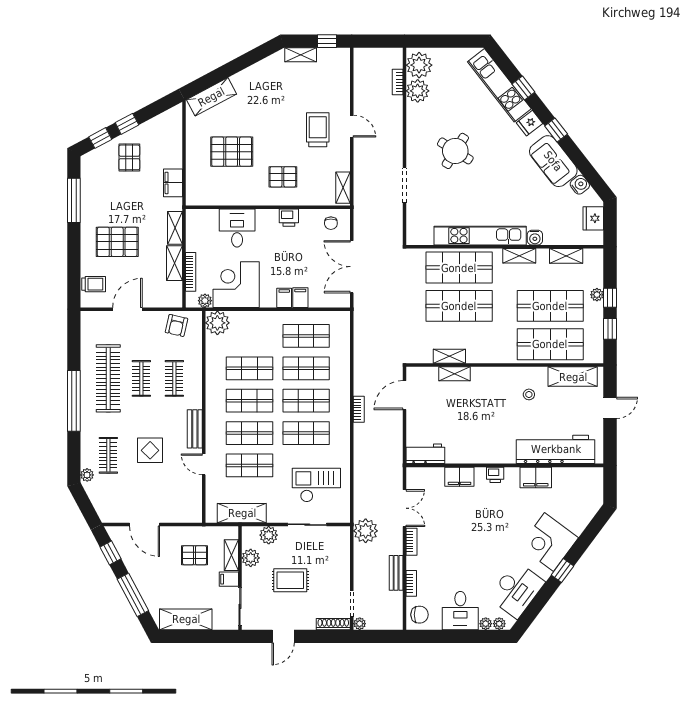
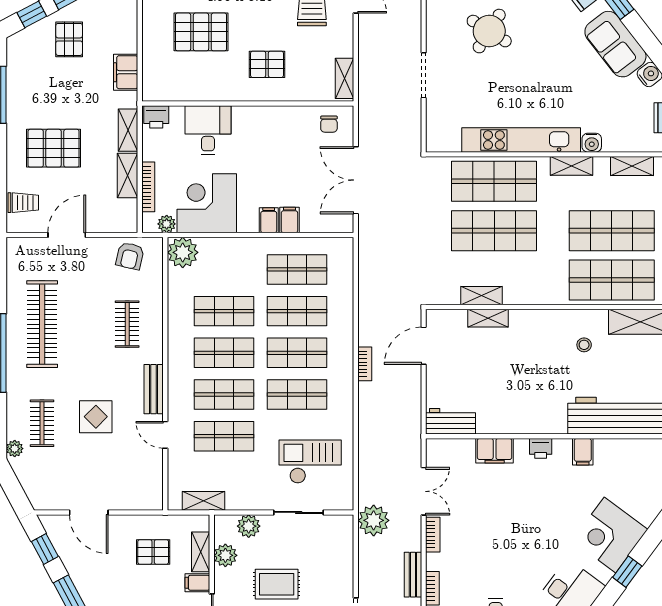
printer: (289, 218) -> (156, 117), moved
clothes rail: (141, 378) -> (85, 324), removed
filing cabinet: (536, 477) -> (583, 452), width x0.50
shelving: (242, 513) -> (204, 501), width x0.67, depth x0.75

